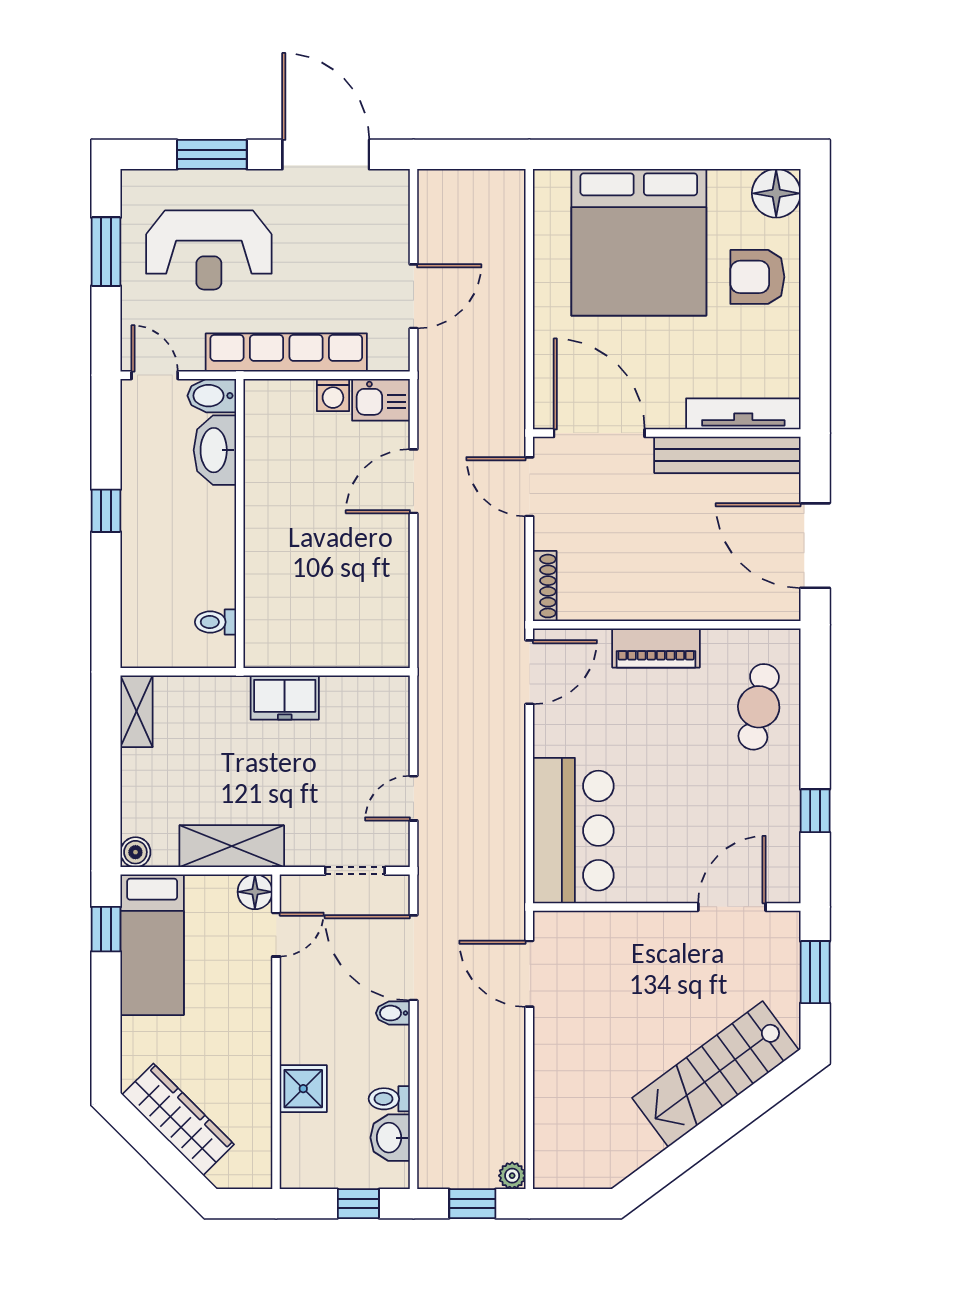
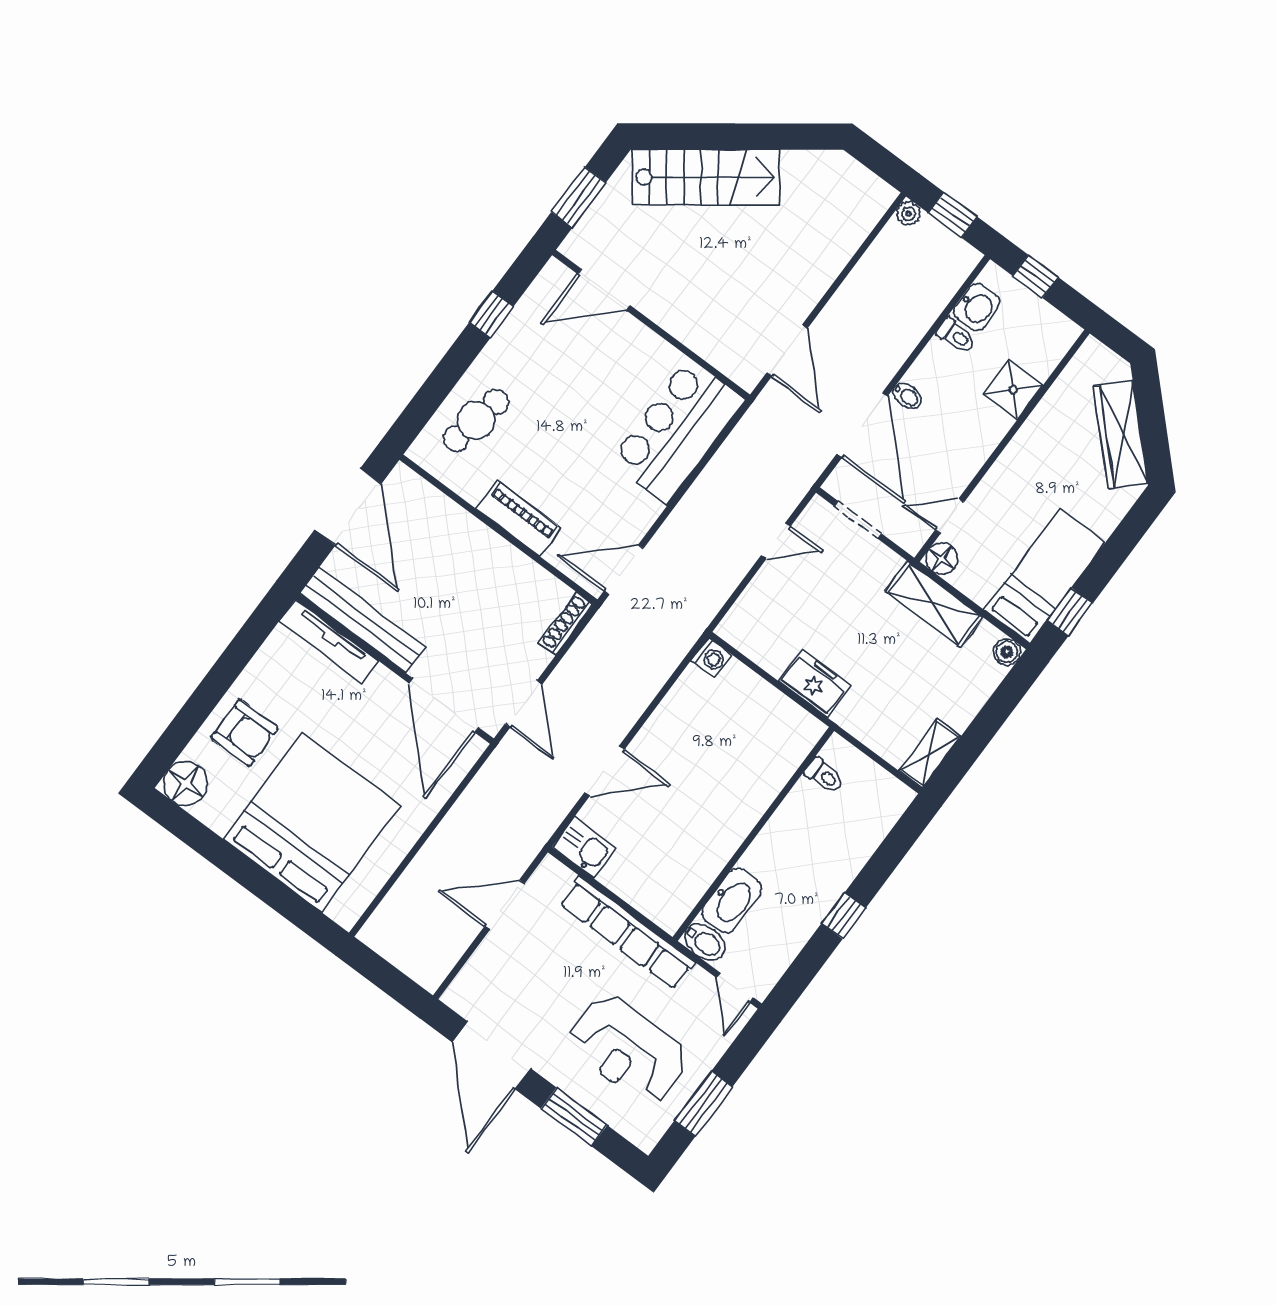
reception desk: (209, 250) -> (628, 1049), turned 180
washing machine: (333, 395) -> (711, 658), moved, turned 90

